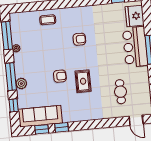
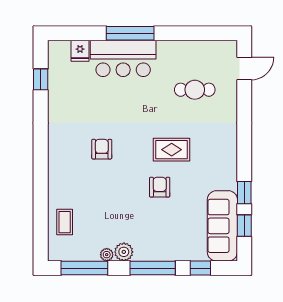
fridge: (135, 16) -> (80, 51), width x0.53, depth x0.75
coffee table: (48, 20) -> (65, 222), moved
plant: (21, 84) -> (124, 252), moved

